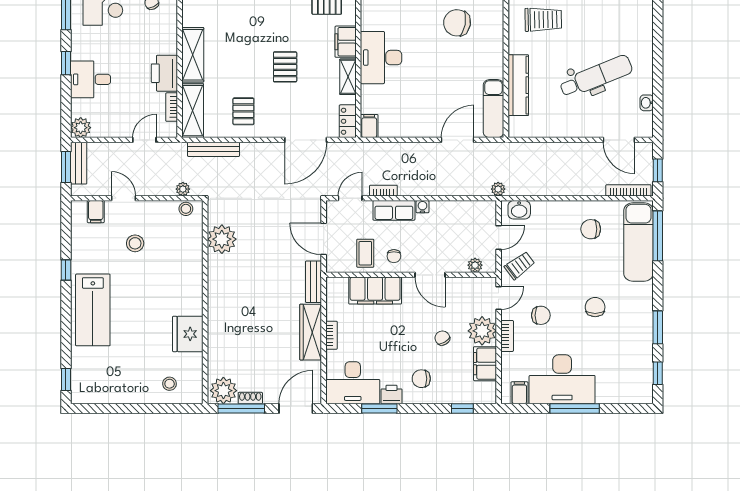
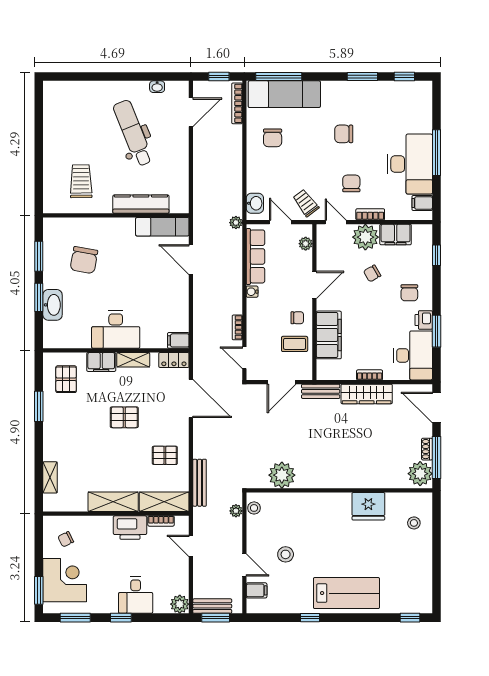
door: (124, 198) -> (244, 565), swing flipped
row of seats: (394, 210) -> (255, 256), moved, width x1.48

